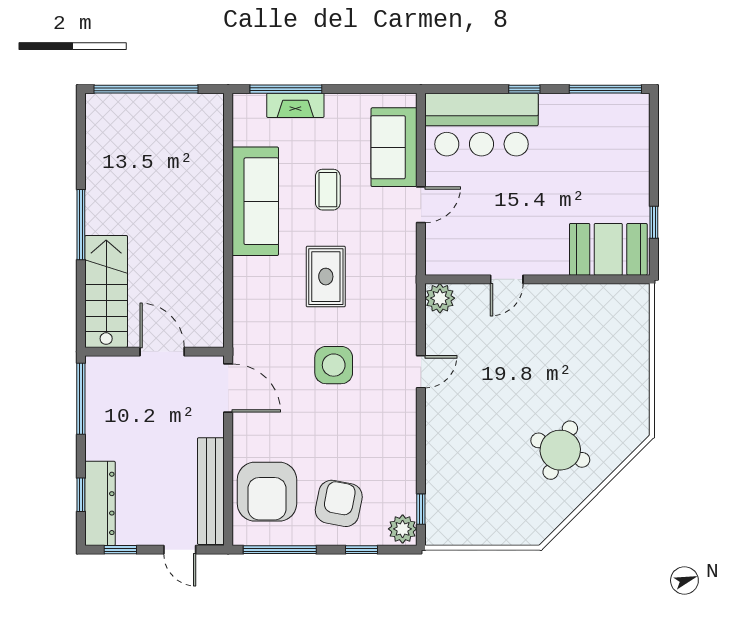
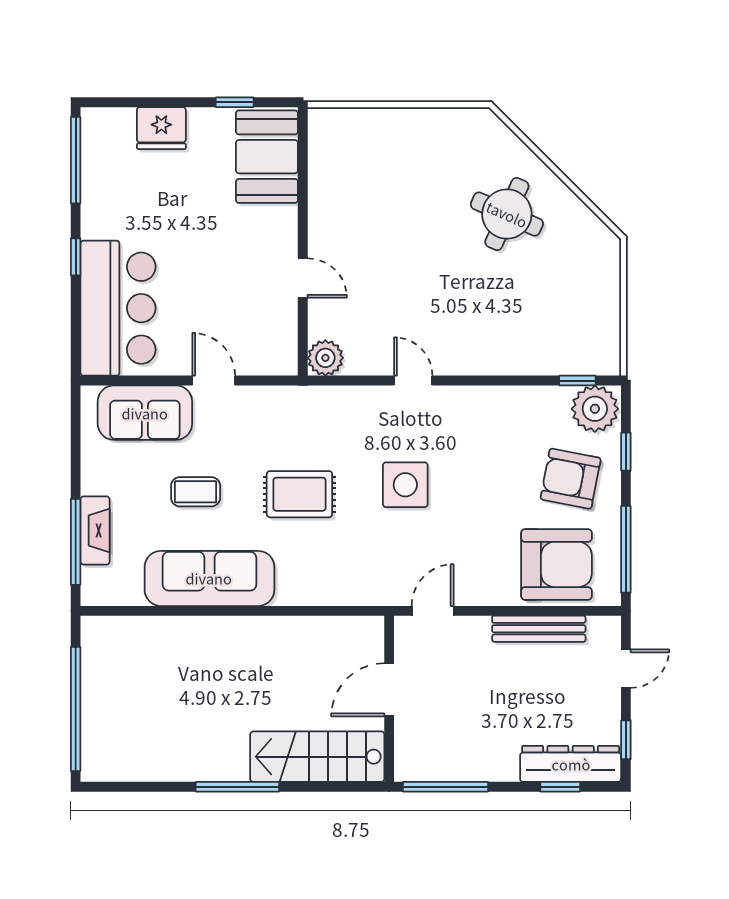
fridge: (632, 161) -> (161, 128), added
door: (228, 388) -> (433, 611), width x0.73
bench: (211, 491) -> (539, 629), width x0.73, depth x0.82
plant: (403, 529) -> (595, 409), width x1.36, depth x1.36

